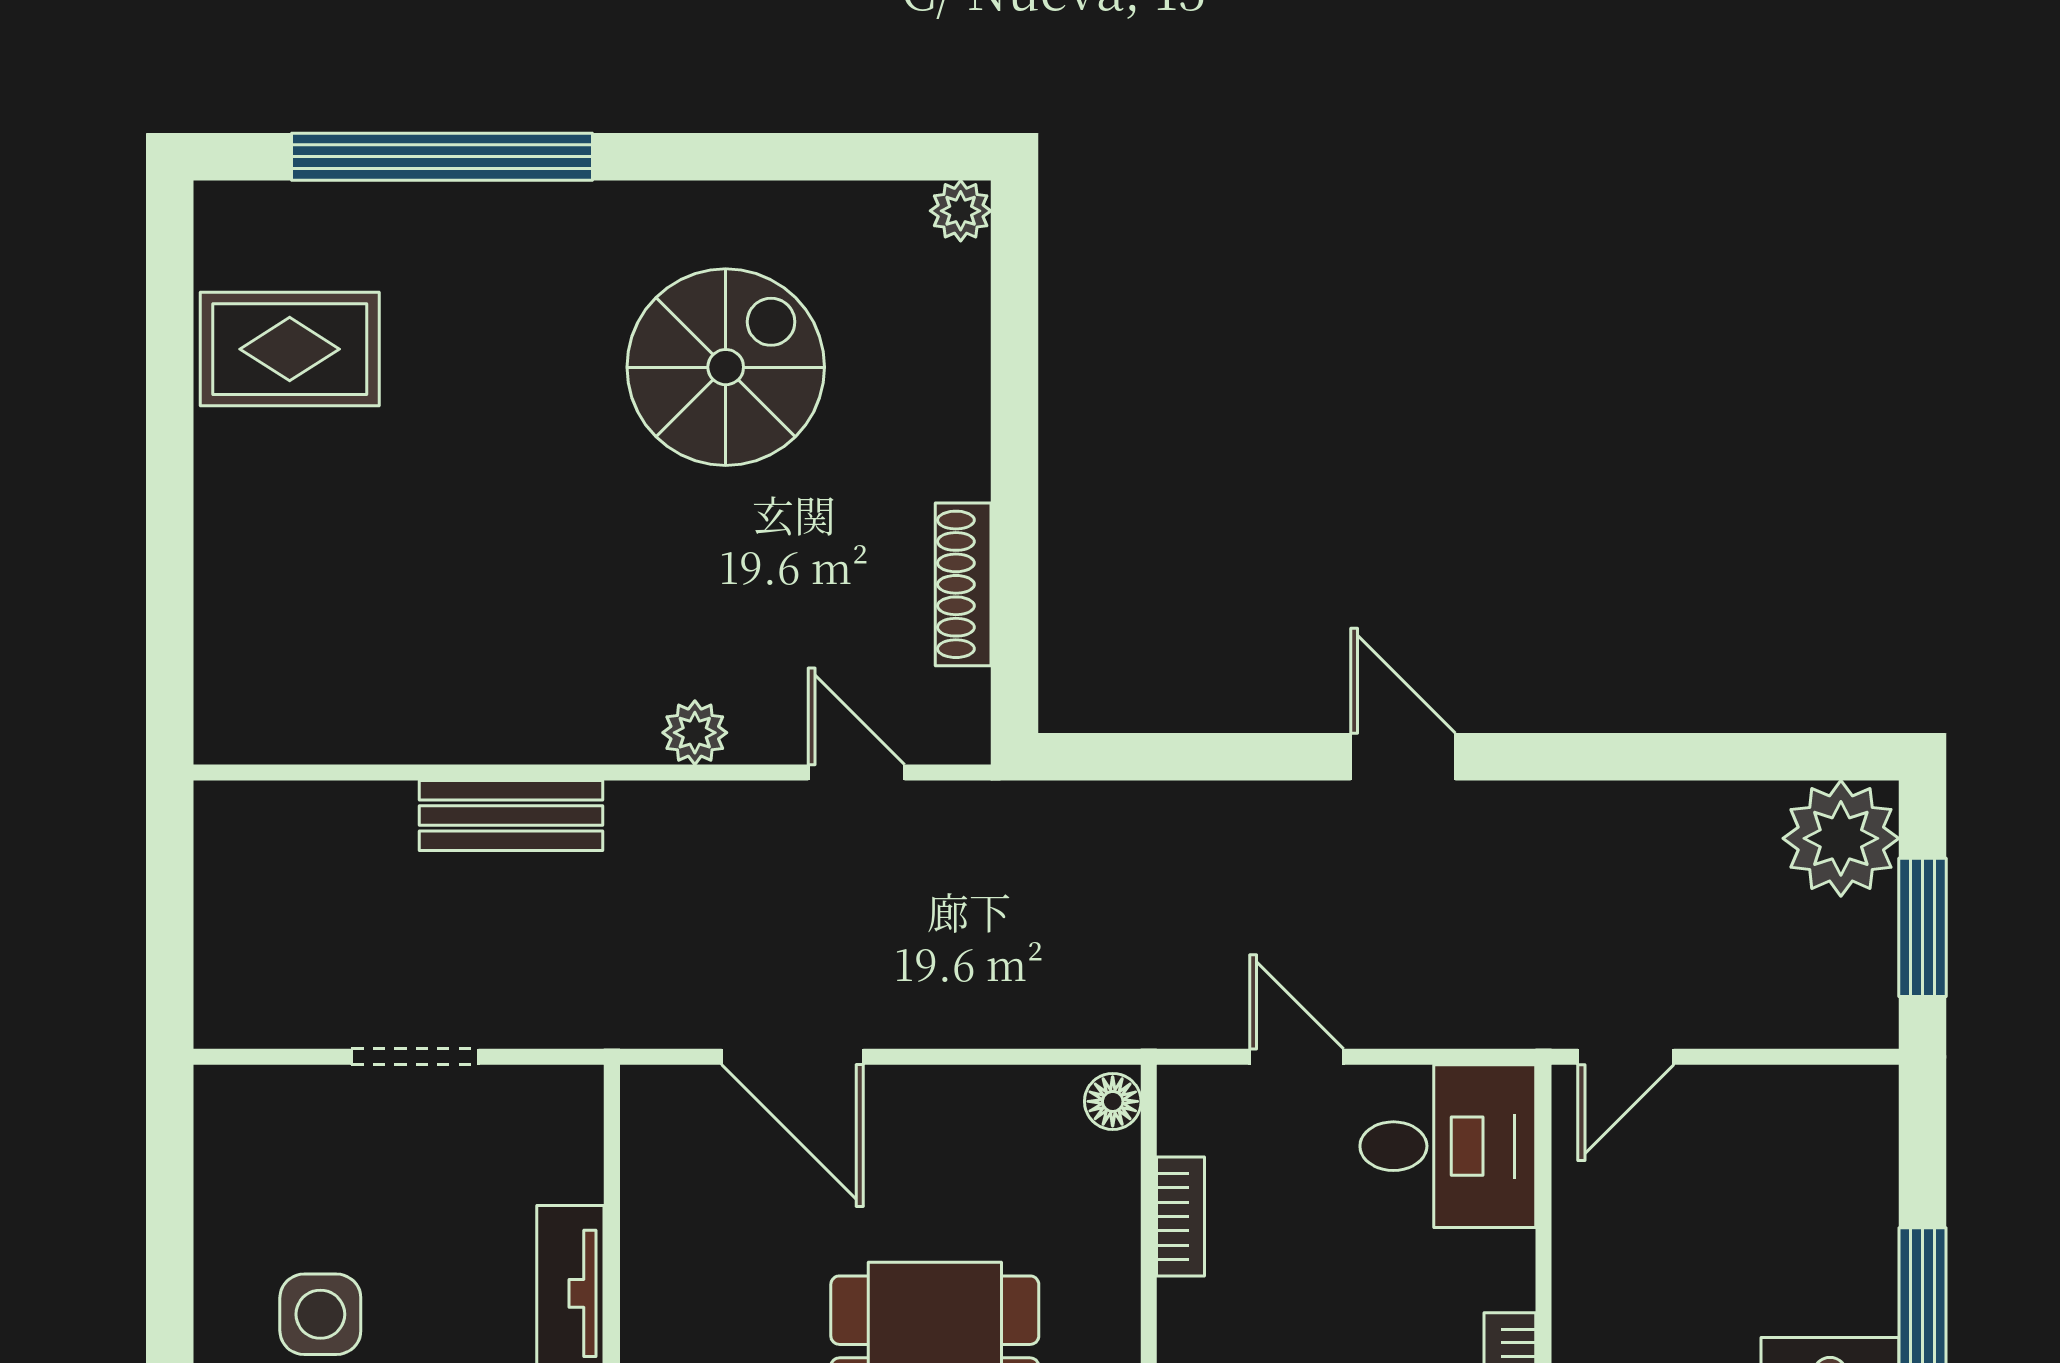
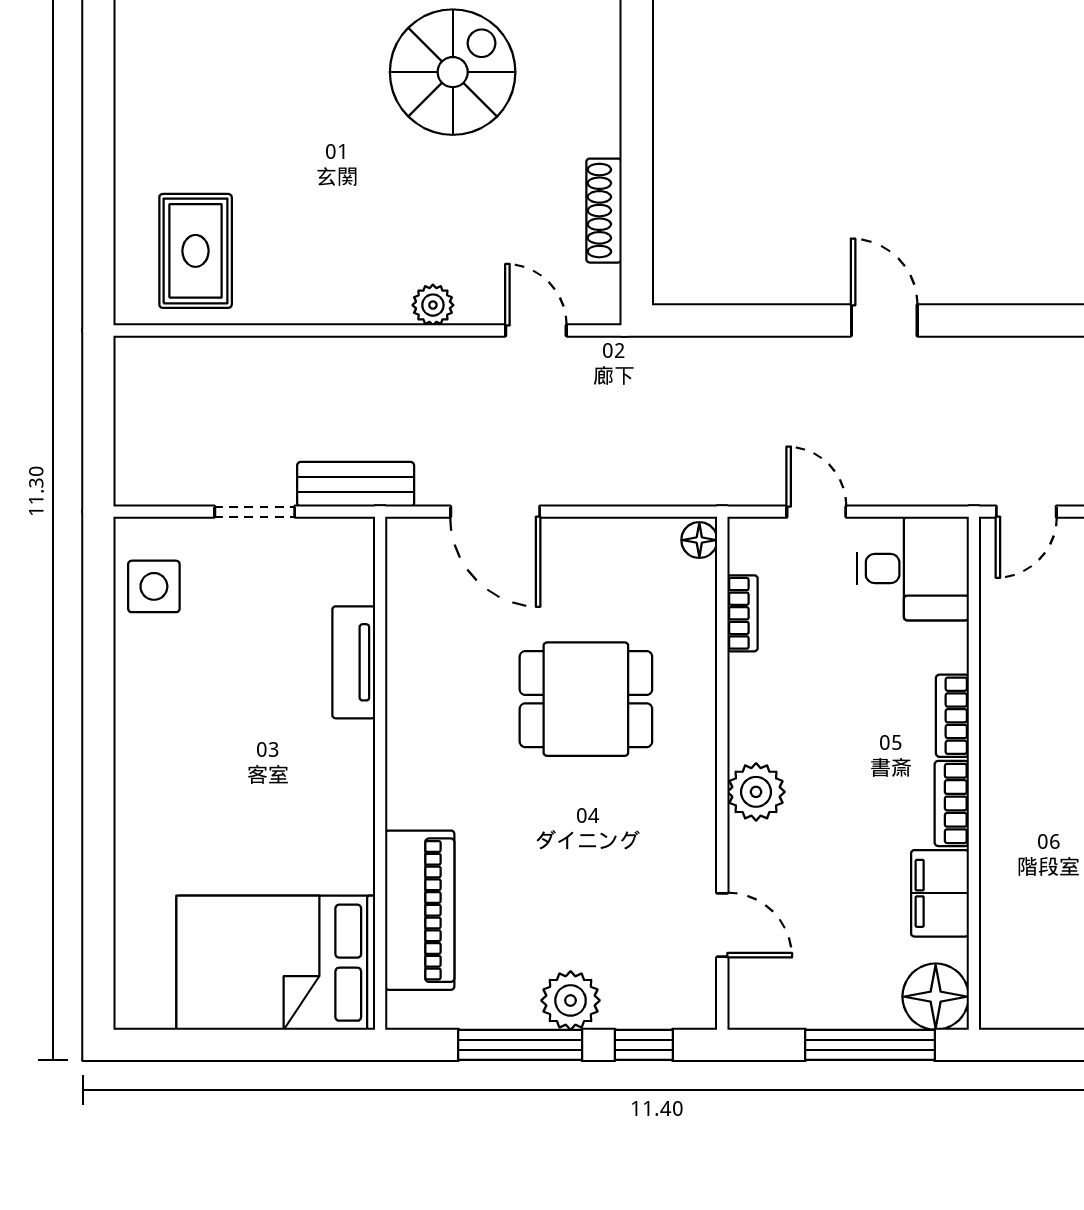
rug: (290, 349) -> (196, 251), moved, turned 90
bench: (511, 816) -> (356, 484), moved
side table: (320, 1314) -> (154, 586), moved

